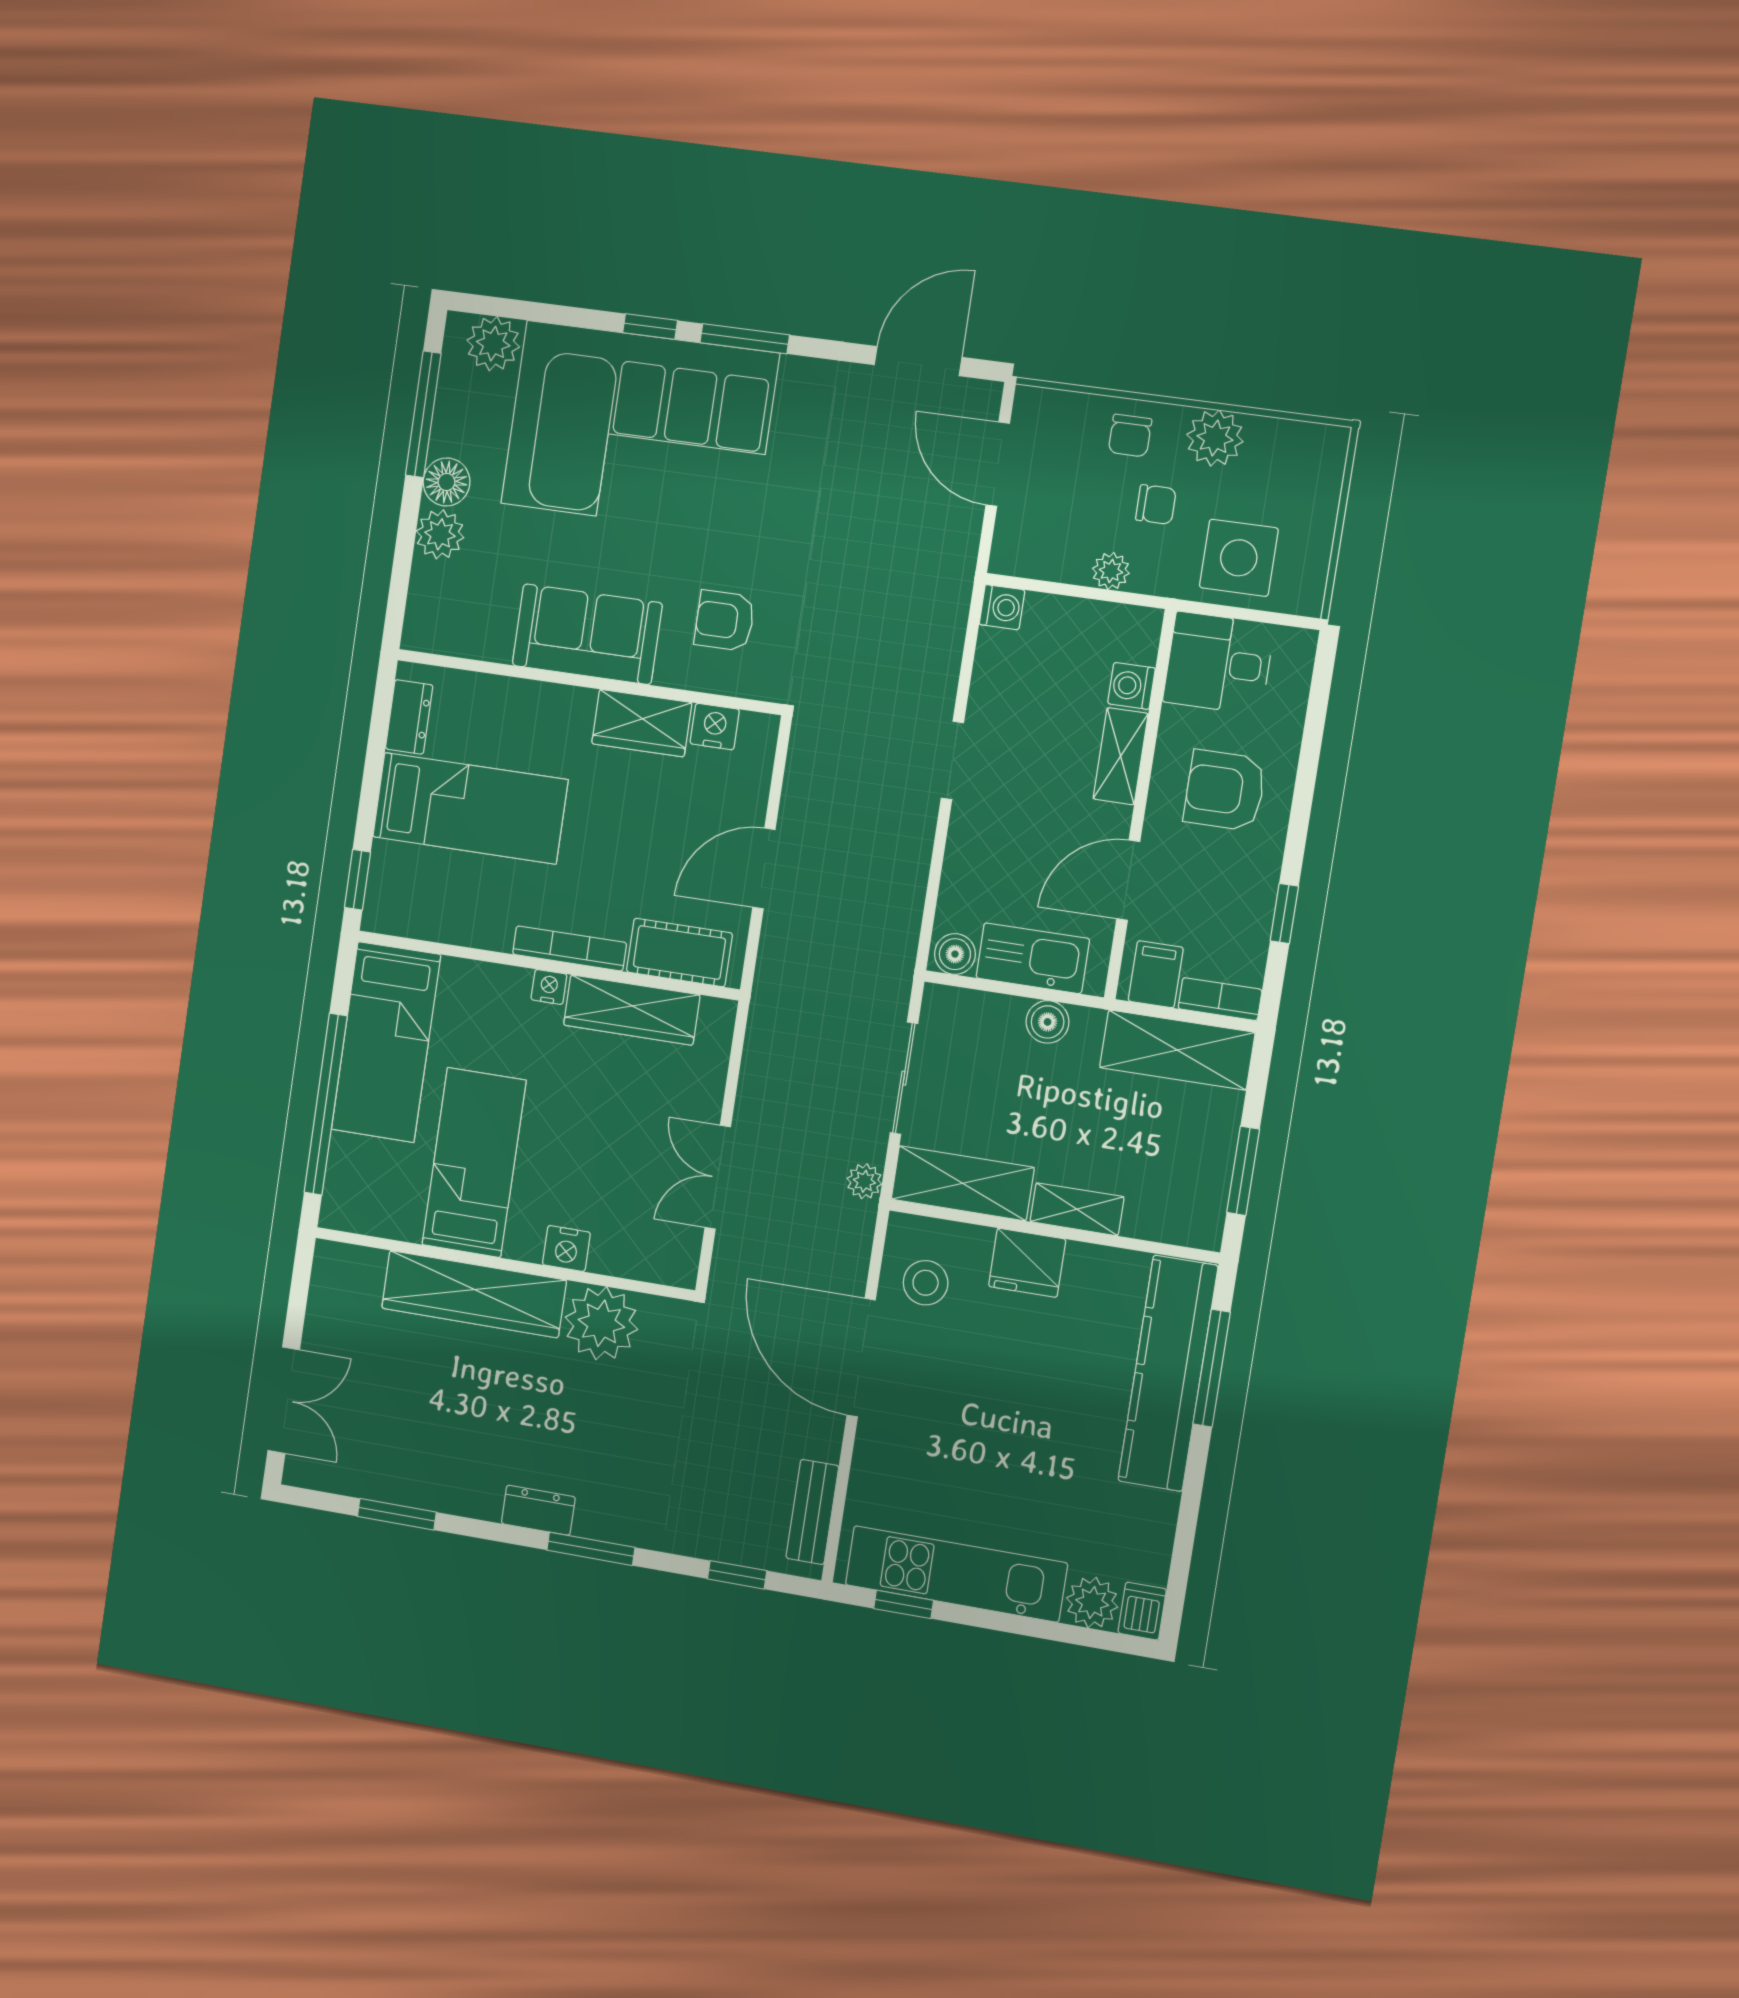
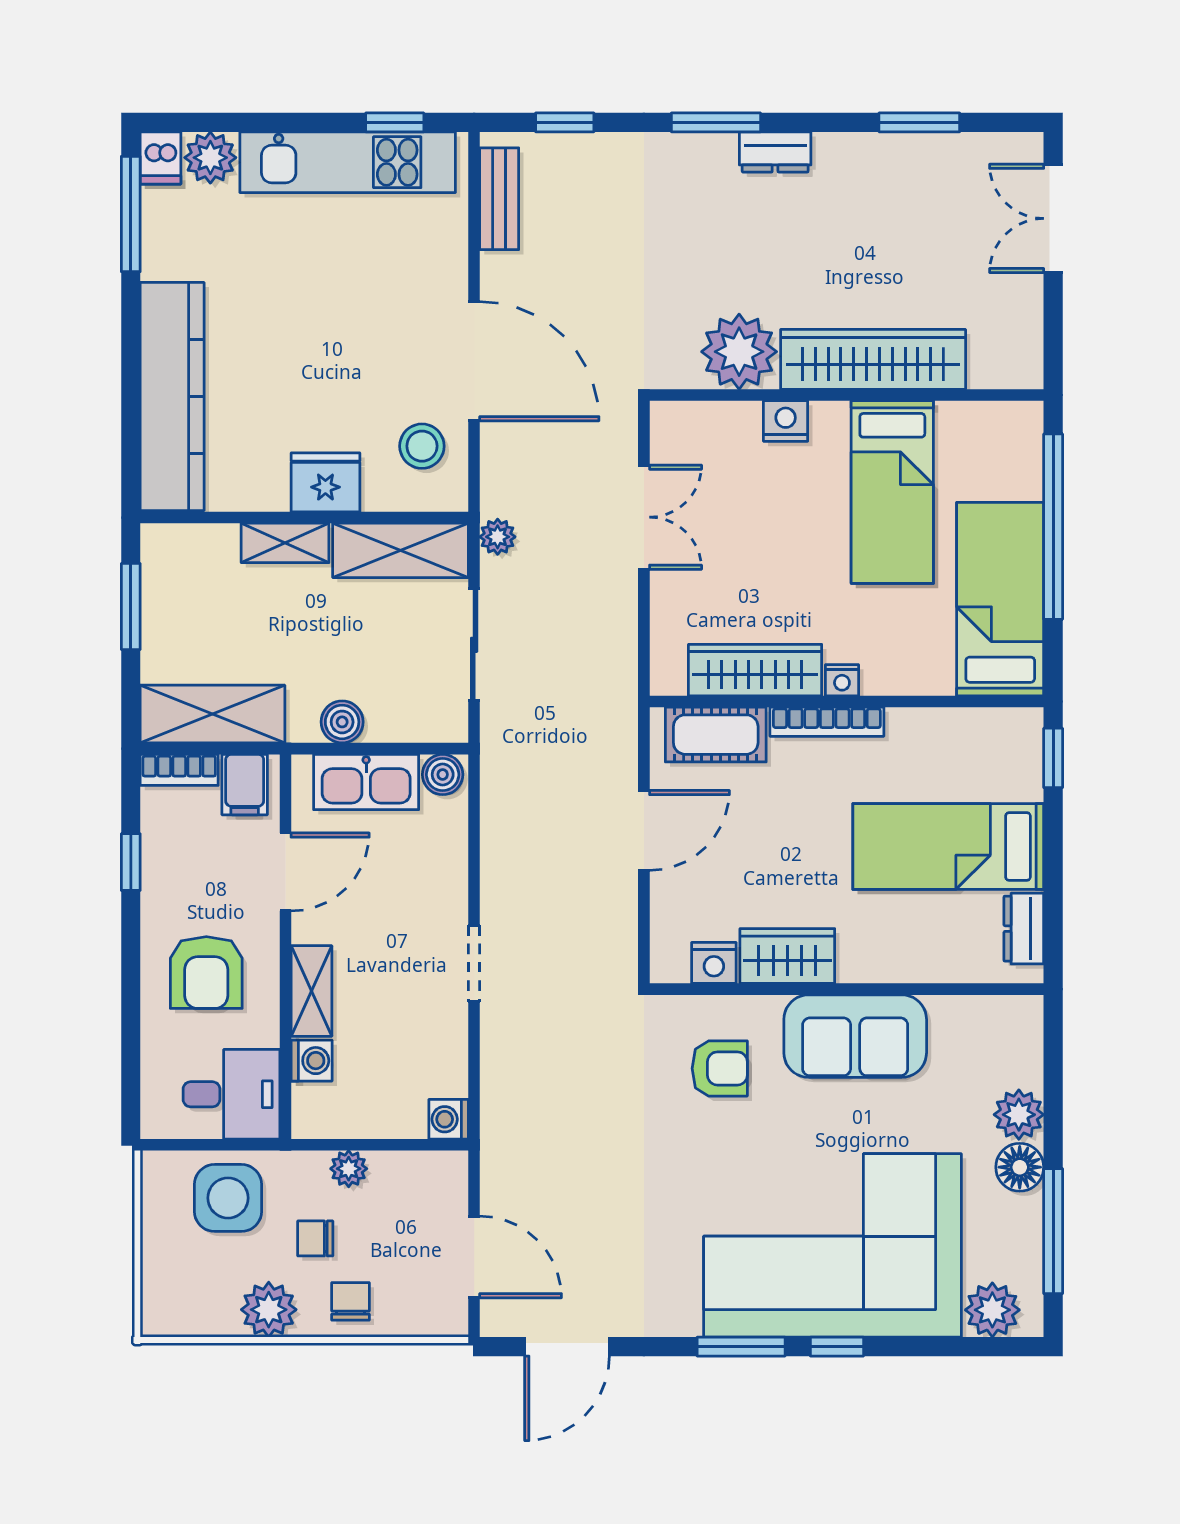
armchair: (1225, 790) -> (206, 972), turned 90
window: (1212, 1368) -> (131, 214), moved

